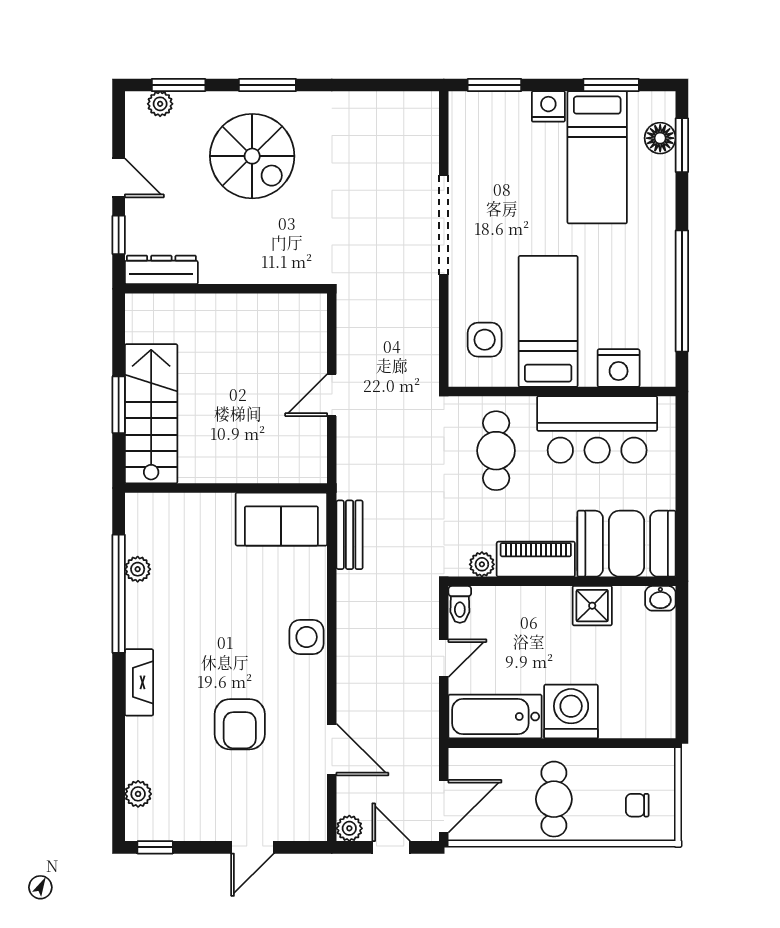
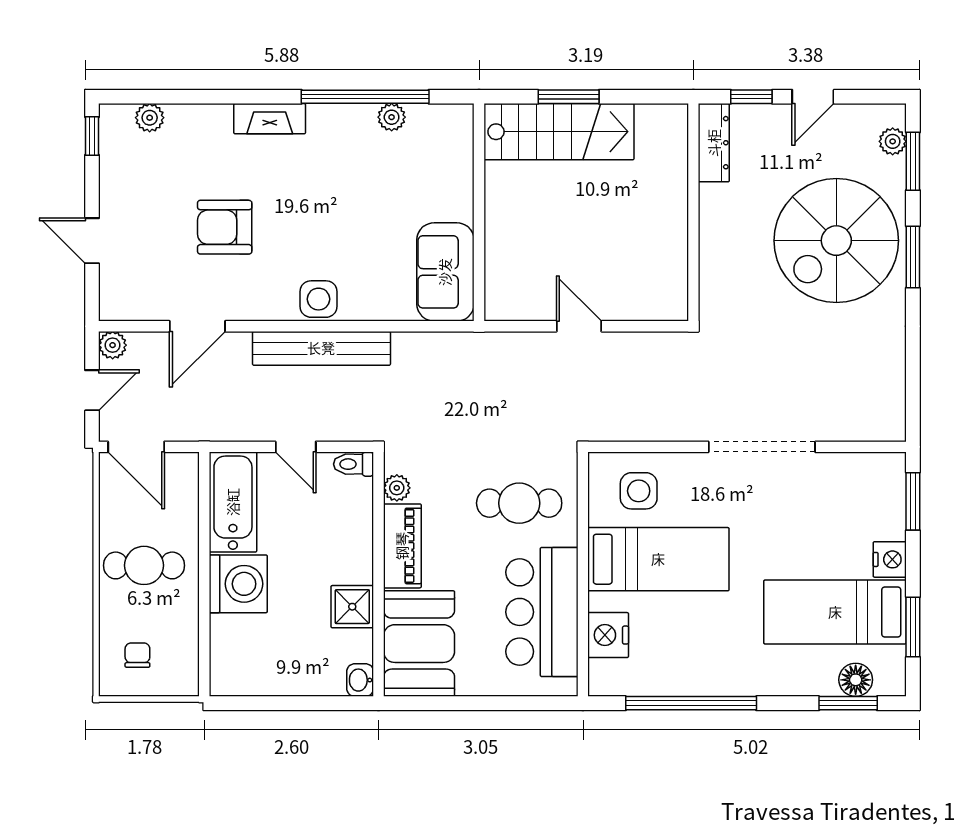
spiral stairs: (252, 156) -> (836, 241), width x1.37, depth x1.37
bench: (350, 535) -> (321, 348), moved, width x1.86, depth x1.21

